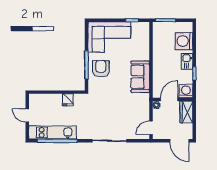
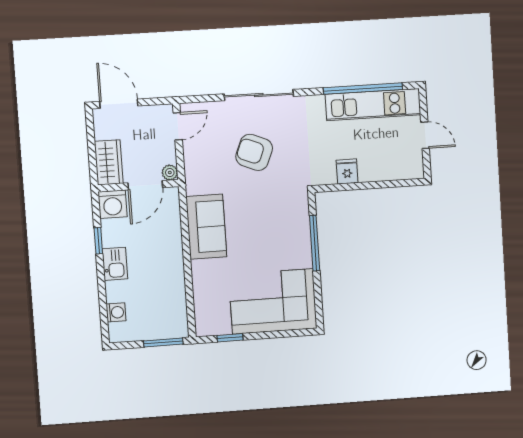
washing machine: (184, 41) -> (116, 312), width x0.53, depth x0.53
armchair: (101, 69) -> (254, 152), moved, turned 112

